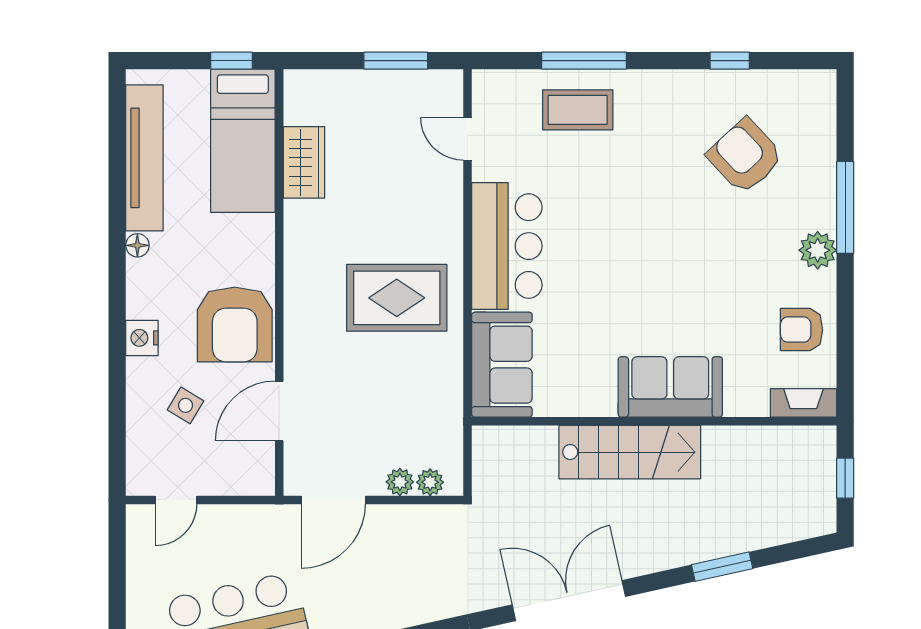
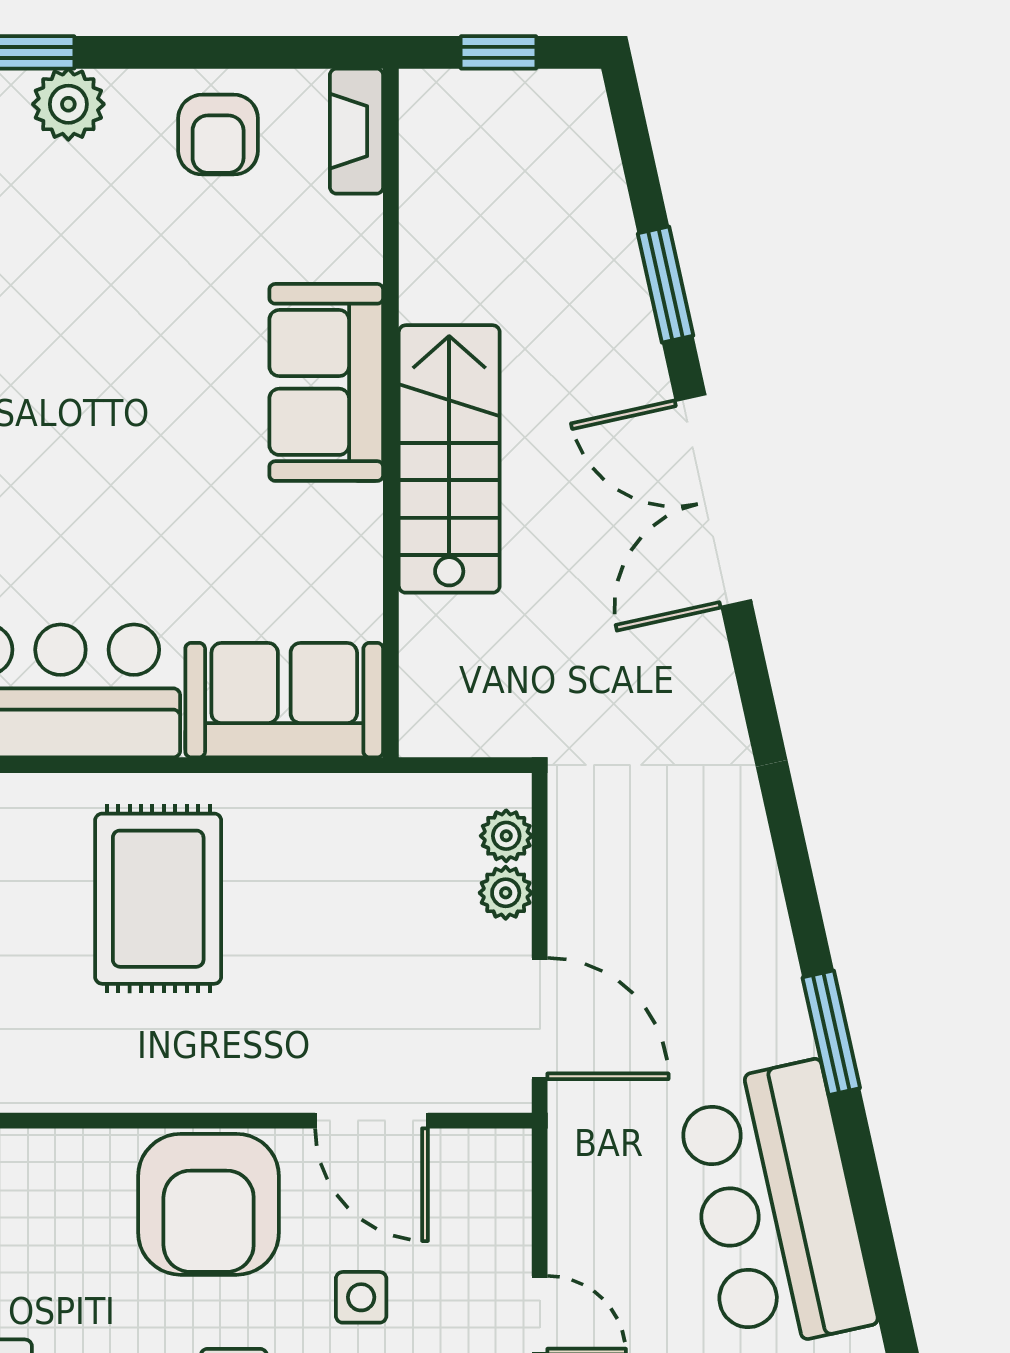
armchair: (235, 325) -> (209, 1204), turned 90
side table: (185, 405) -> (361, 1297), turned -31
double door: (569, 601) -> (713, 501), moved

